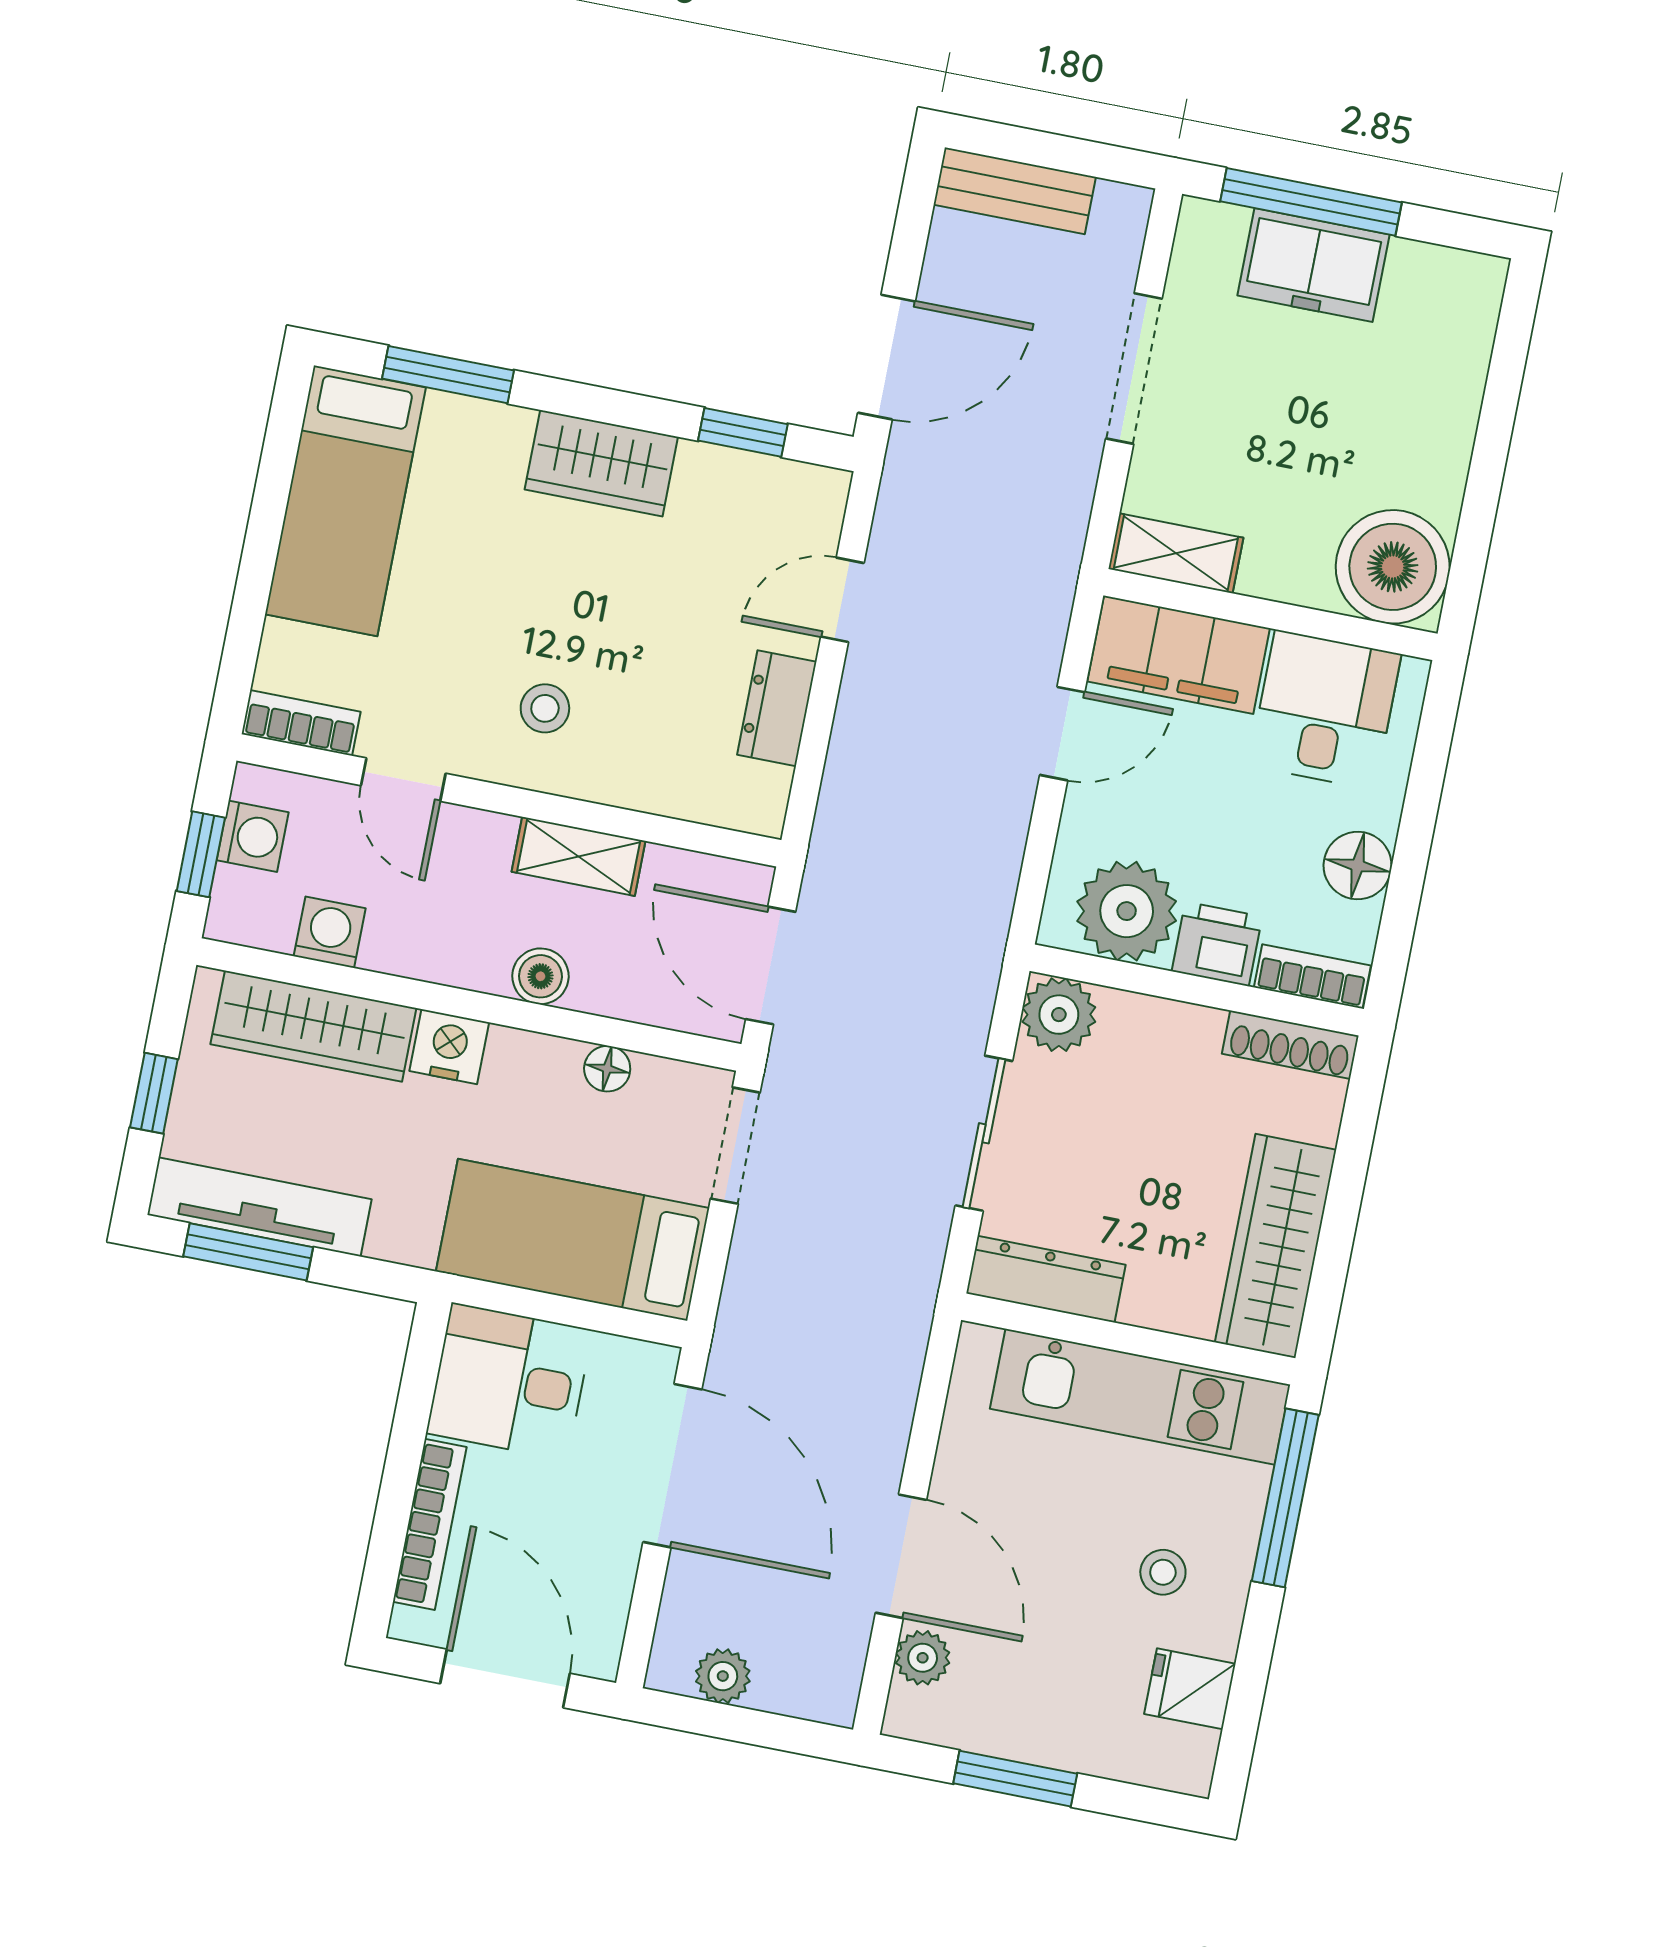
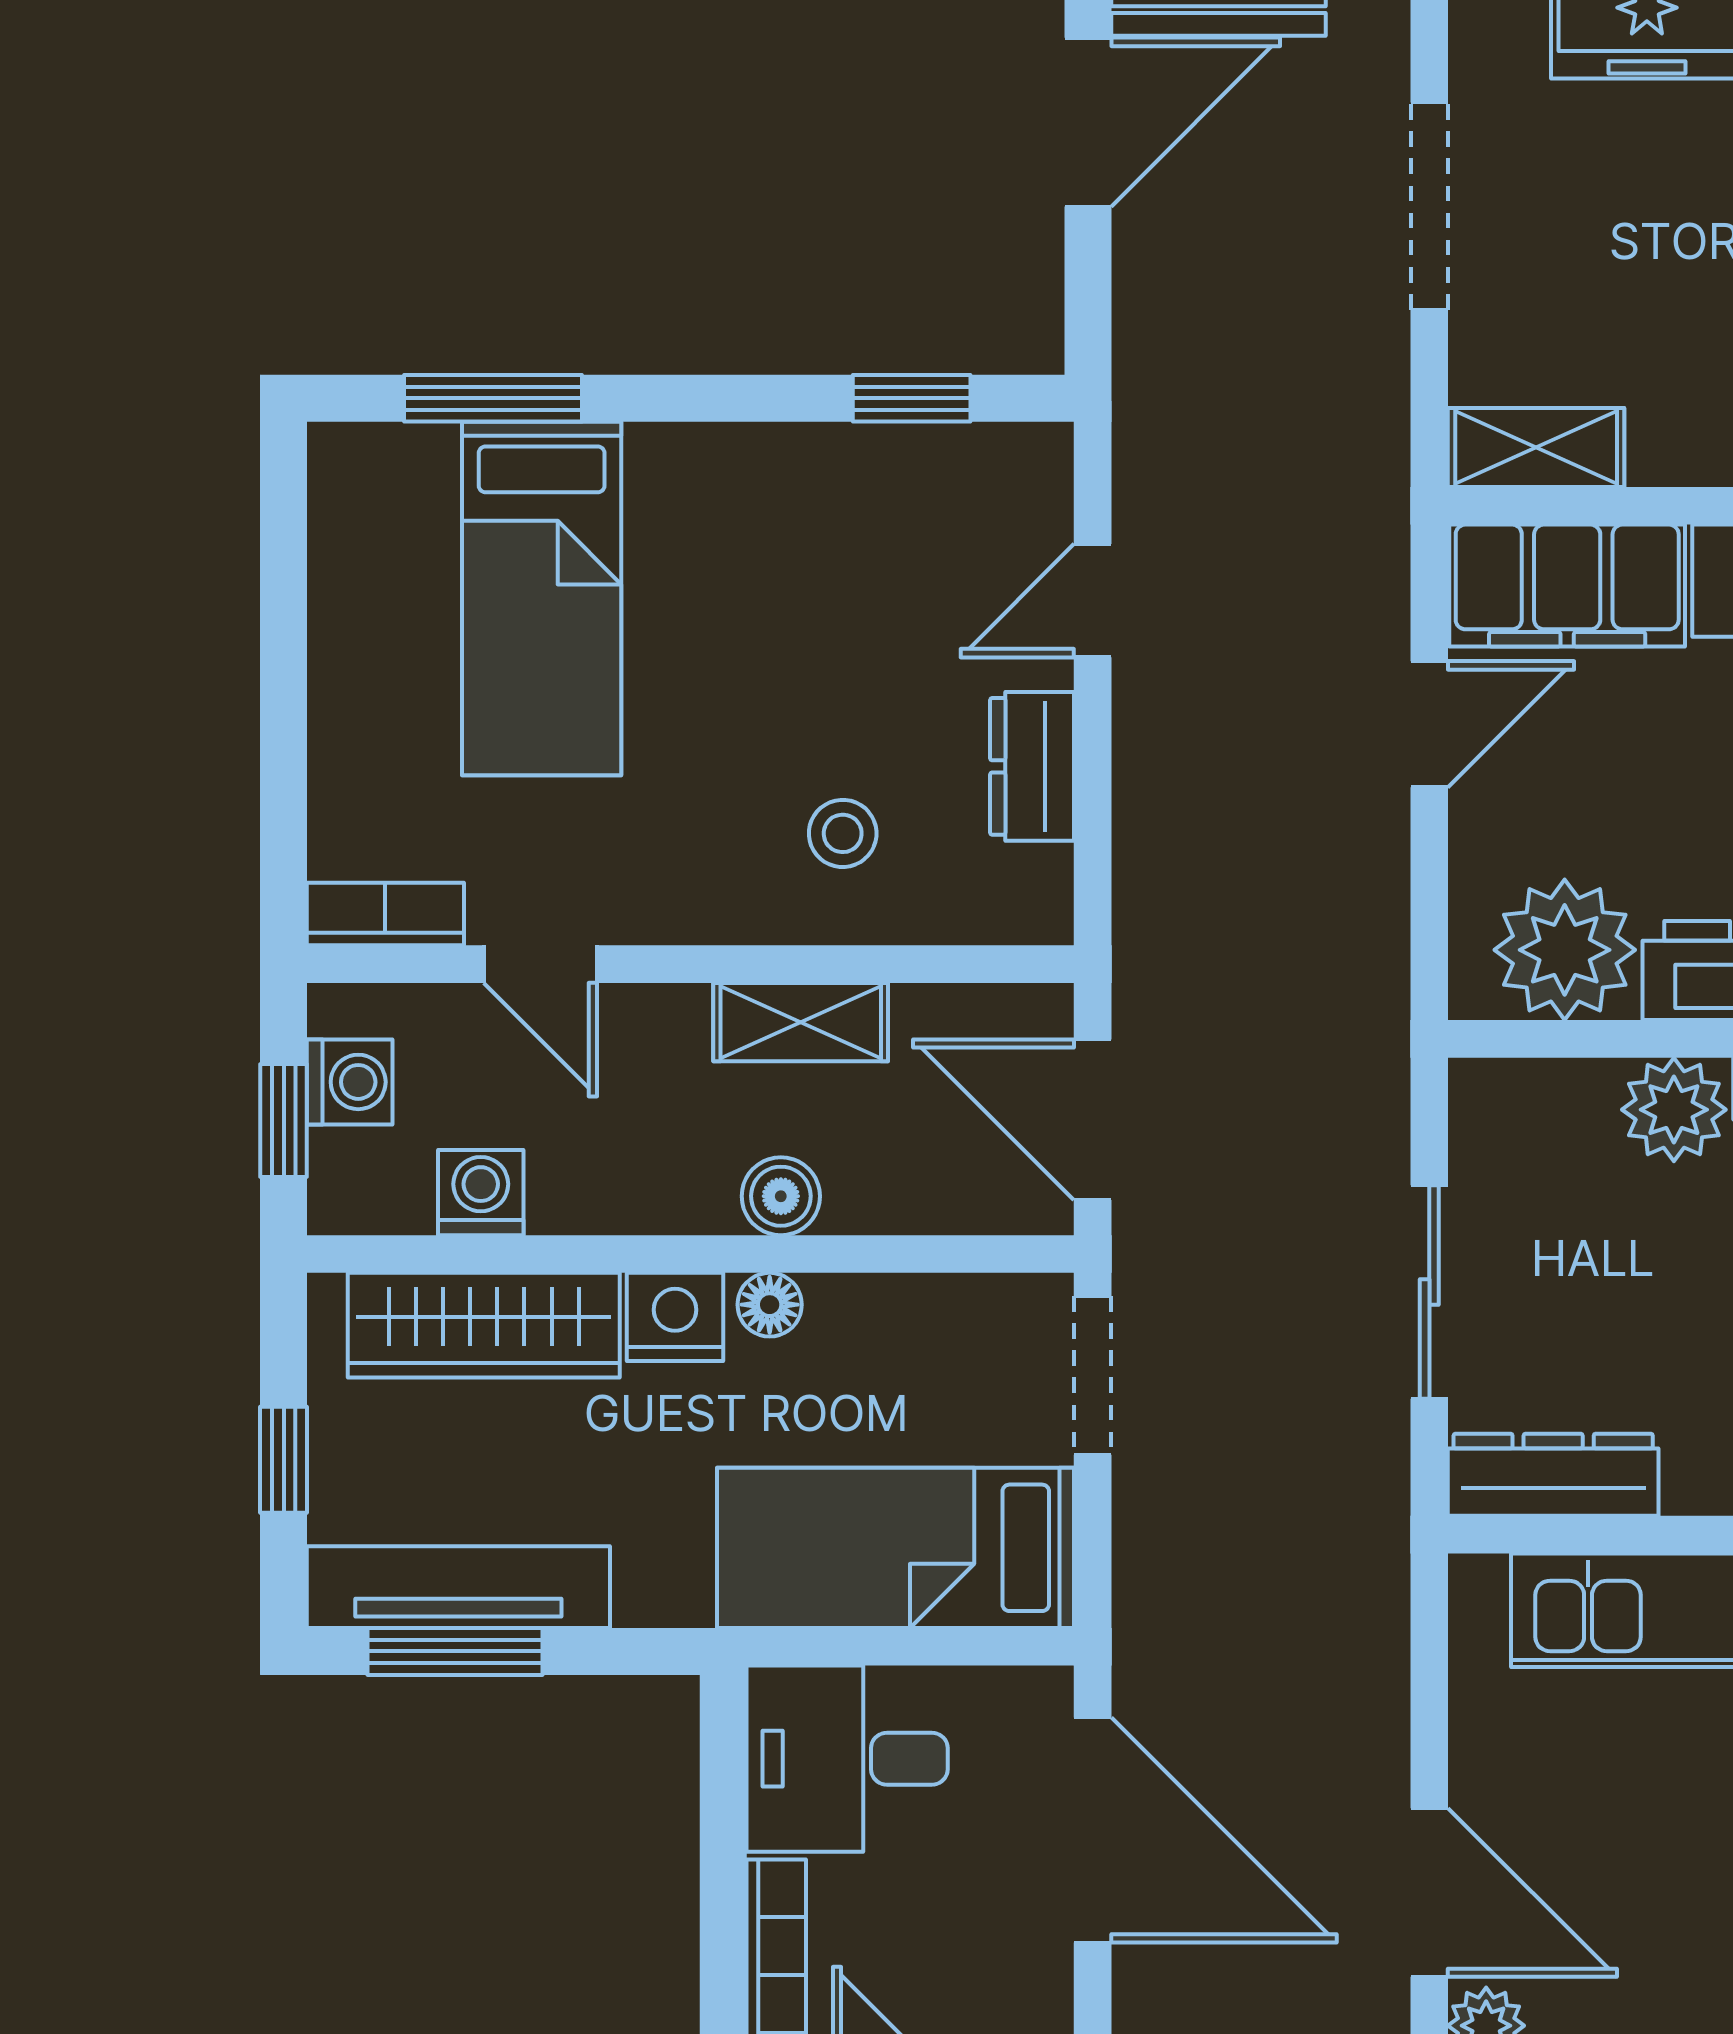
door: (887, 357) -> (1088, 122), moved
wardrobe: (601, 463) -> (726, 478), removed
bed: (345, 501) -> (542, 598), moved
stool: (545, 708) -> (843, 833), moved
plant: (1059, 1015) -> (1674, 1110), moved
floor lamp: (607, 1069) -> (770, 1305), moved

